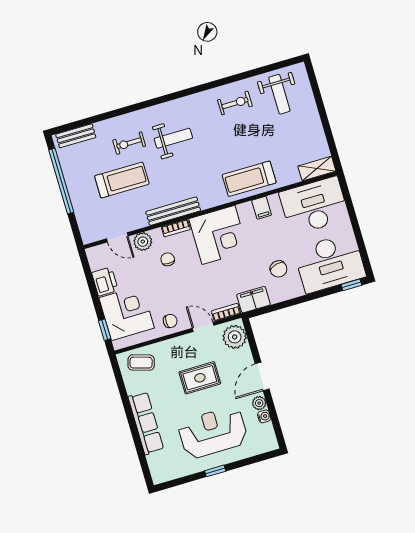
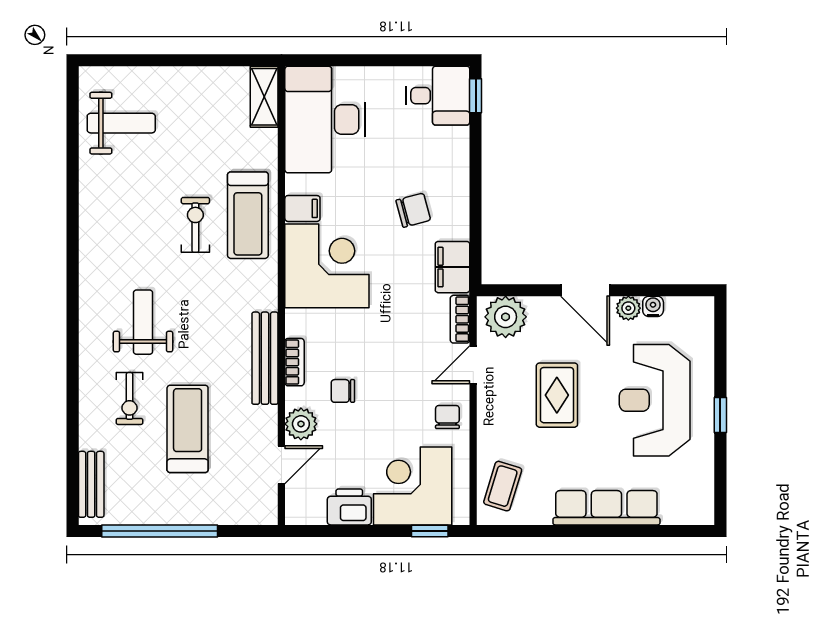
exercise bike: (235, 103) -> (195, 225), moved
corner desk: (218, 235) -> (327, 266), moved
desk: (330, 263) -> (438, 96), width x0.53, depth x0.77

